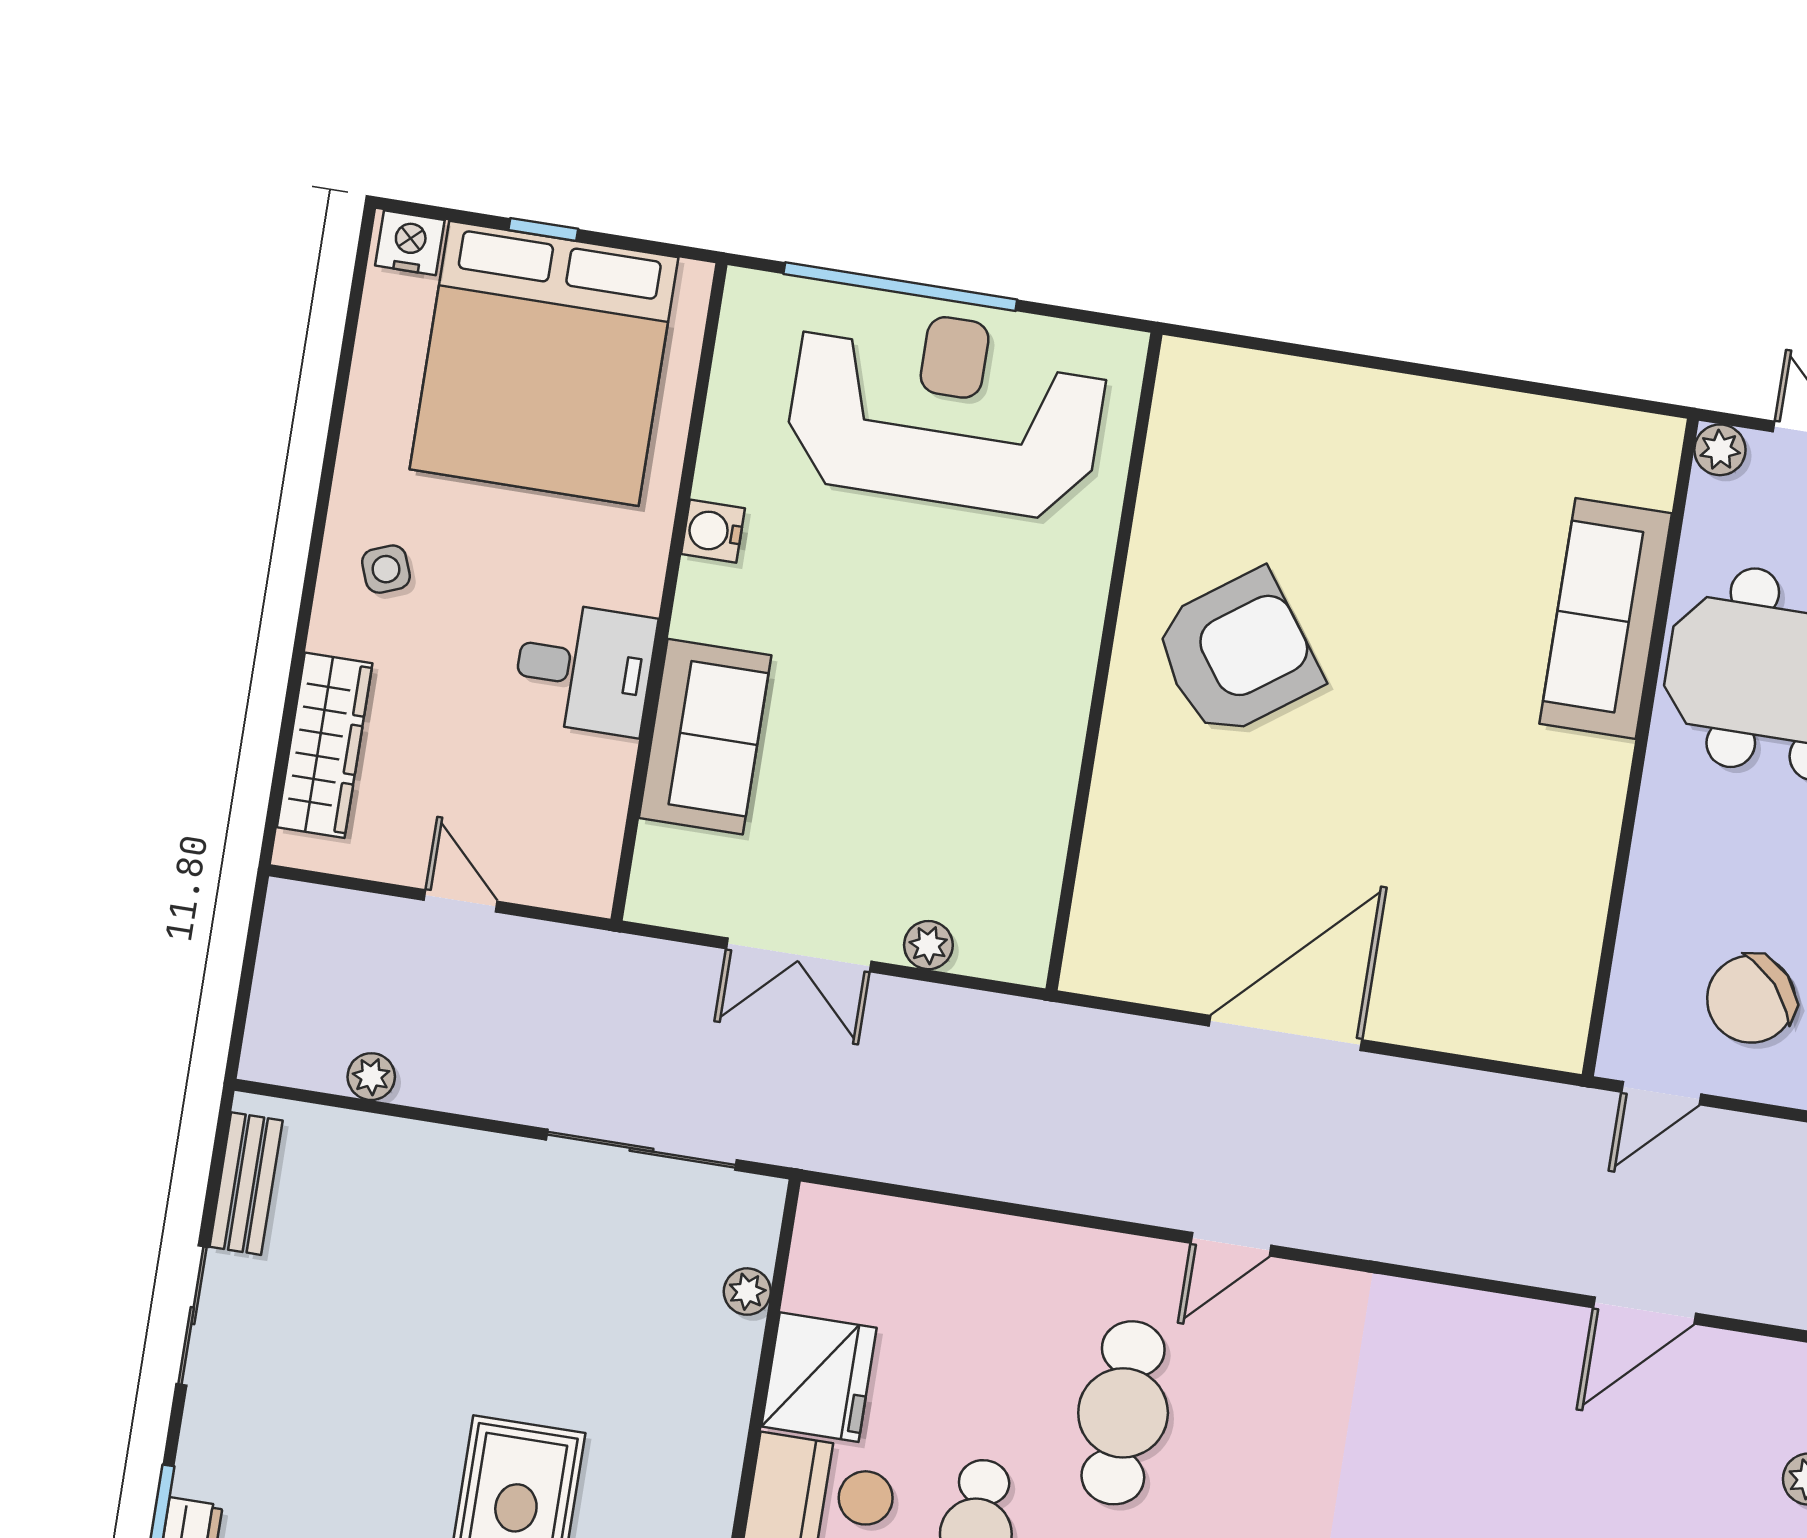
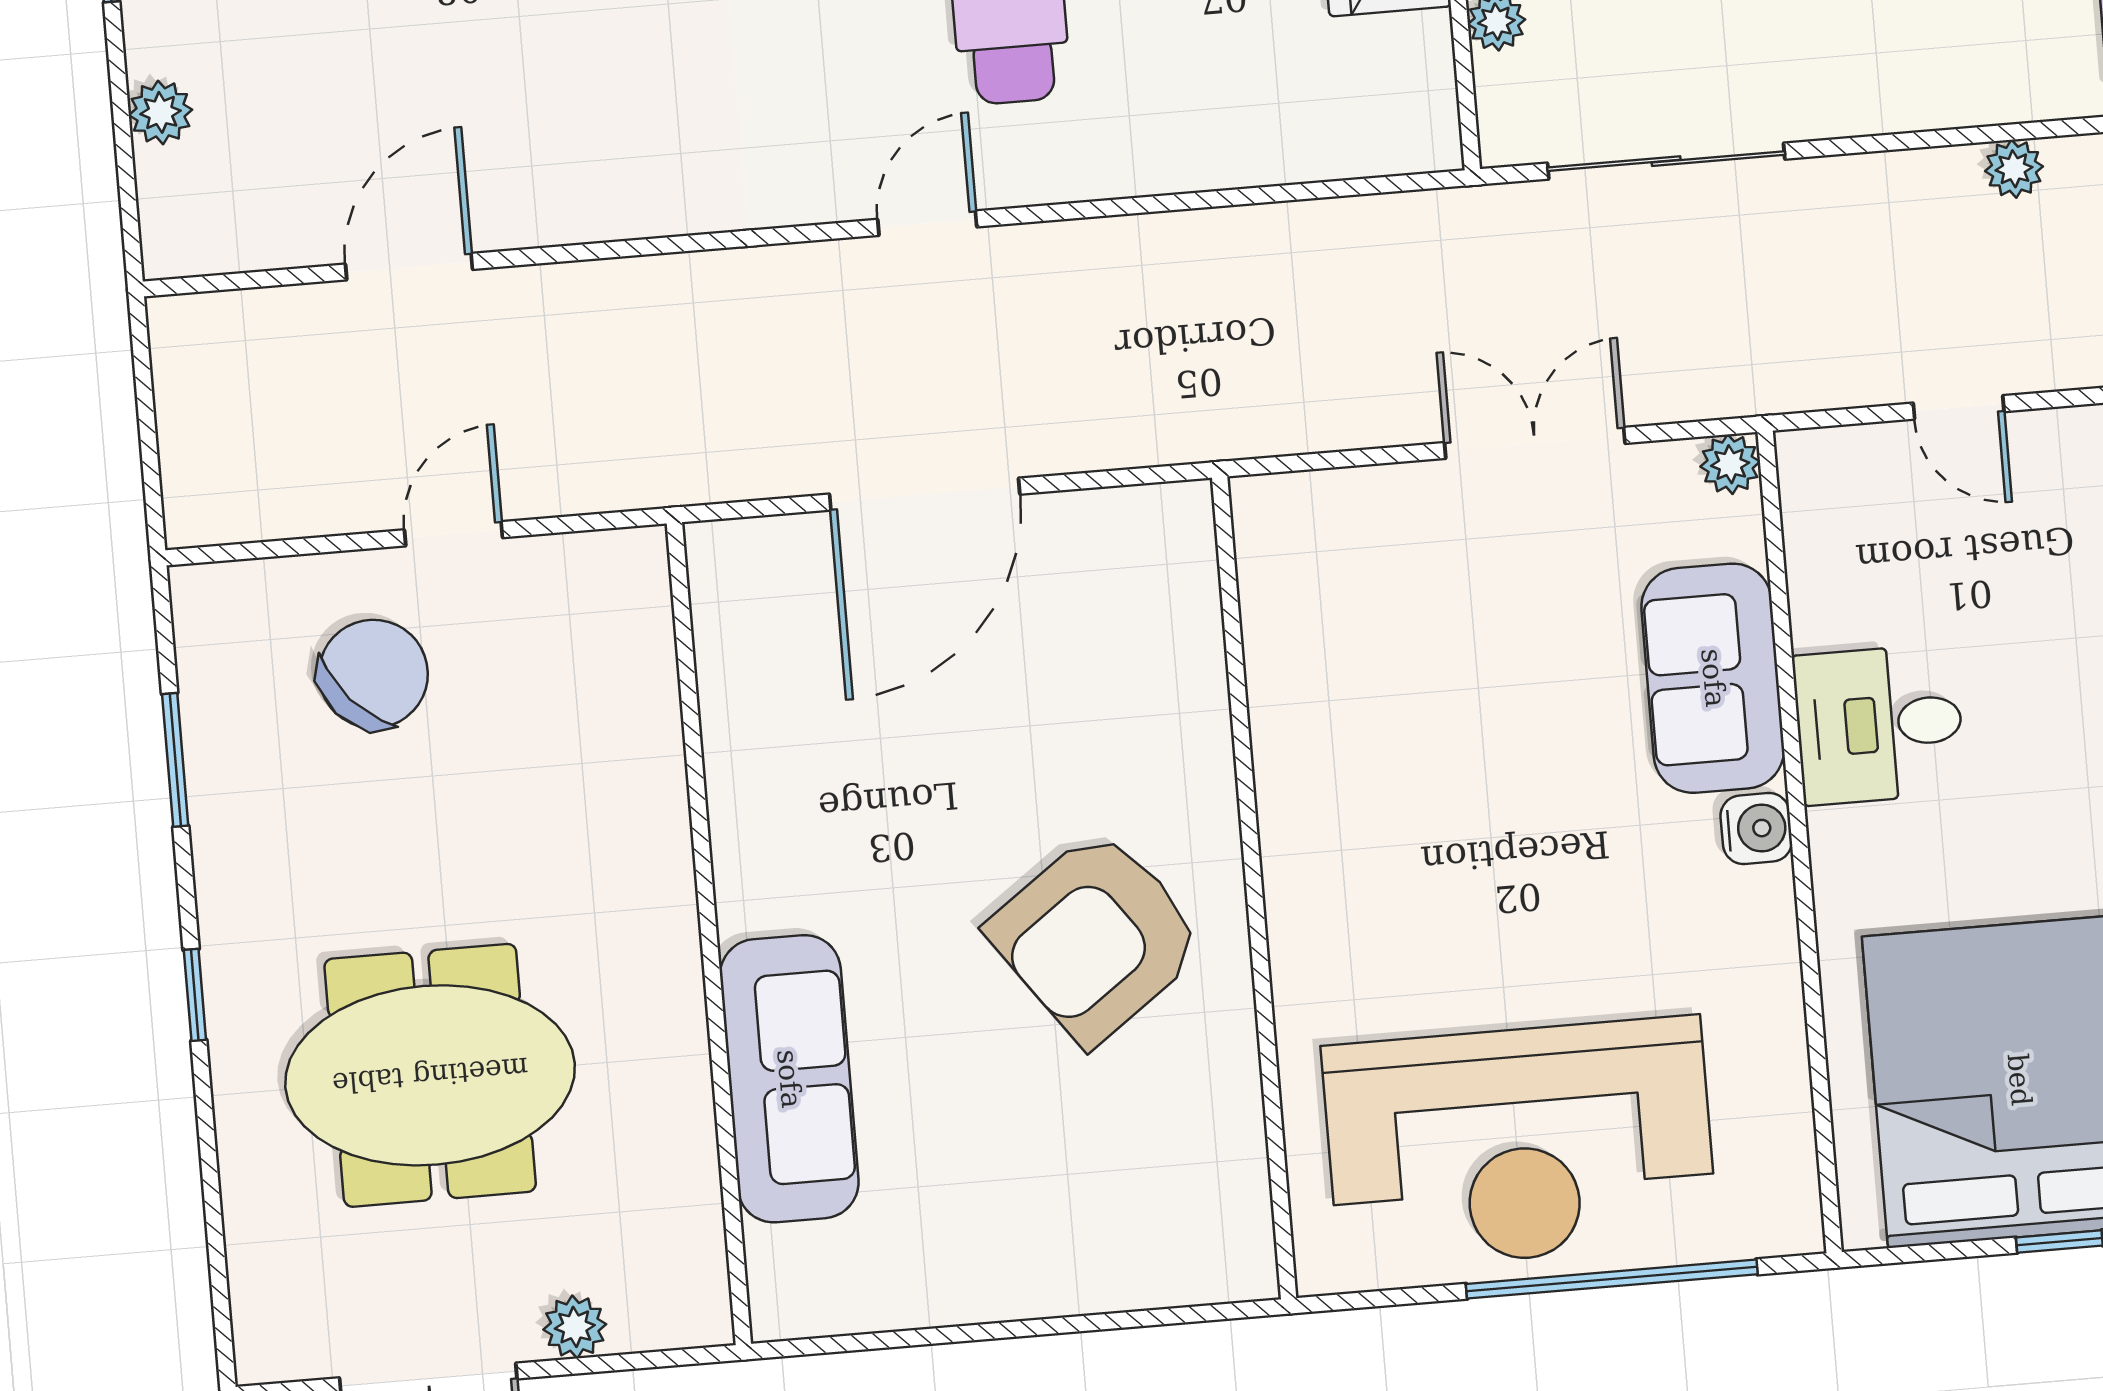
water cooler: (713, 531) -> (1756, 829), moved
sofa: (1606, 618) -> (789, 1079), moved
wall: (1640, 747) -> (709, 934), moved
plant: (928, 945) -> (1730, 464), moved

